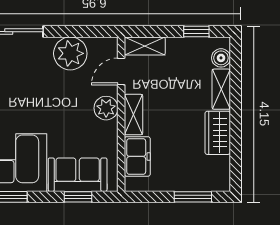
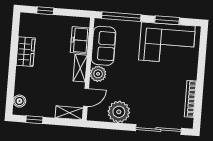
shelving: (221, 89) -> (21, 80), removed
sofa: (78, 175) -> (104, 46), moved, turned -90
window: (78, 197) -> (121, 17), width x2.17
window: (193, 197) -> (45, 11), width x0.67

